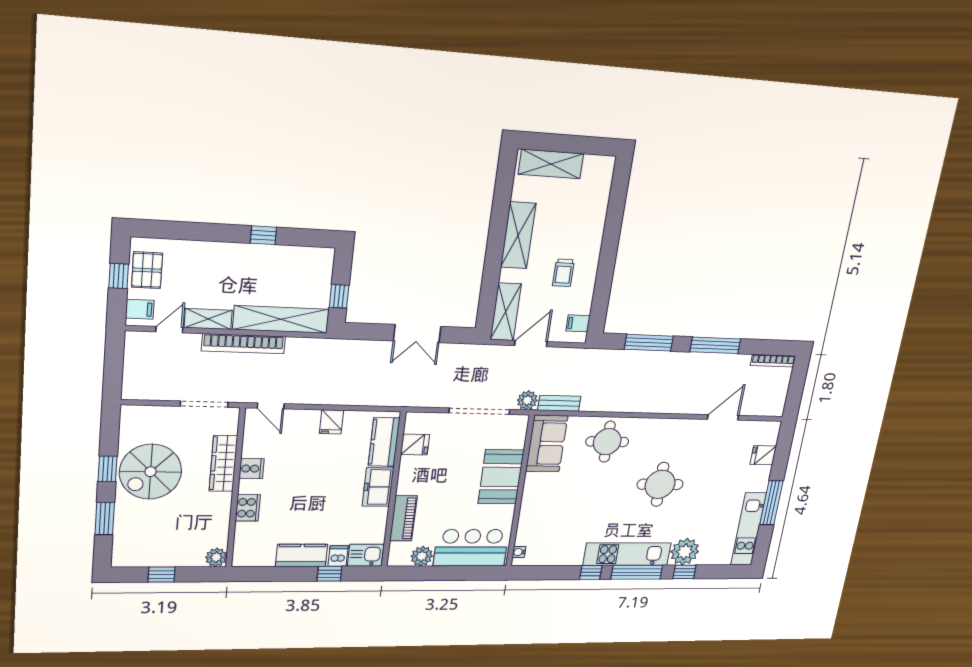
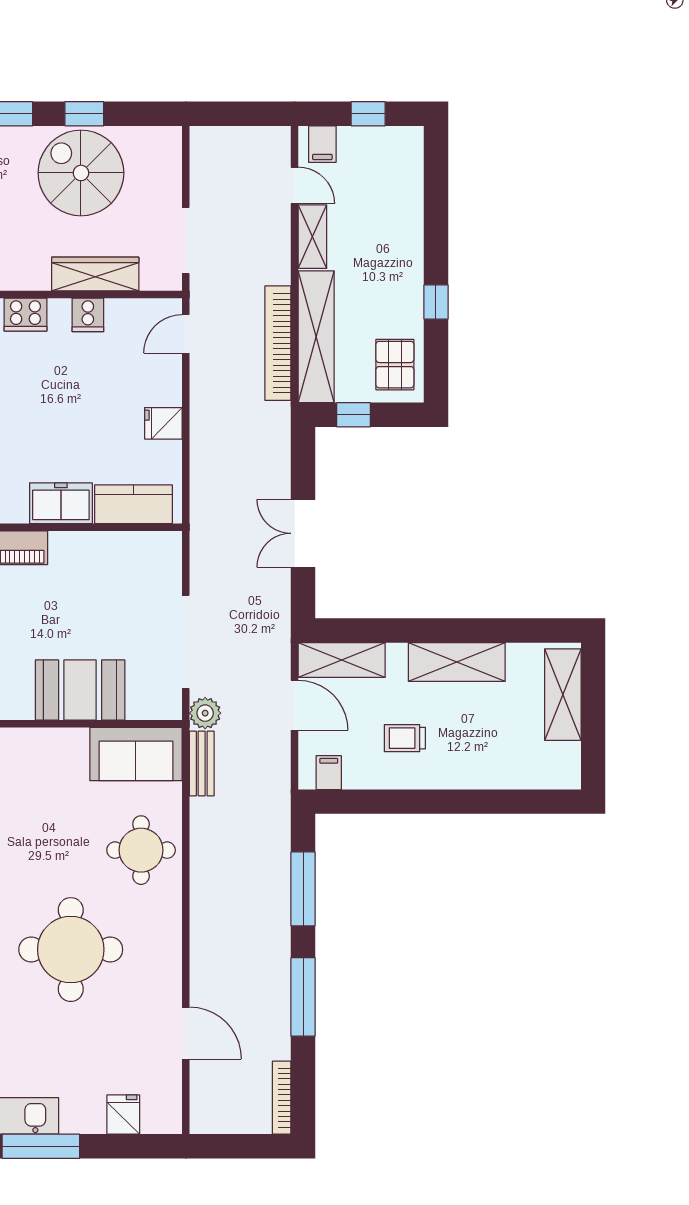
pallet: (147, 270) -> (395, 365), moved, turned 90
bookcase: (244, 344) -> (278, 343), moved
fridge: (415, 445) -> (130, 551), removed
round table: (660, 484) -> (71, 950), width x1.36, depth x1.36

